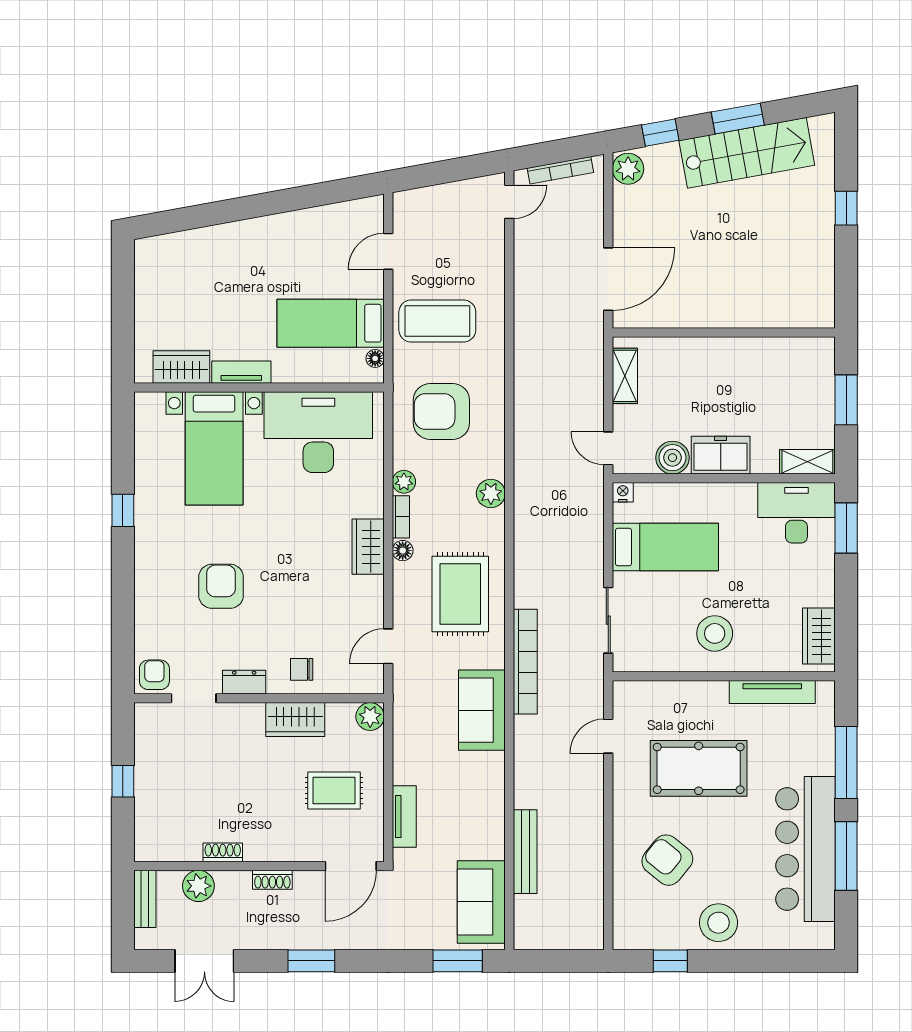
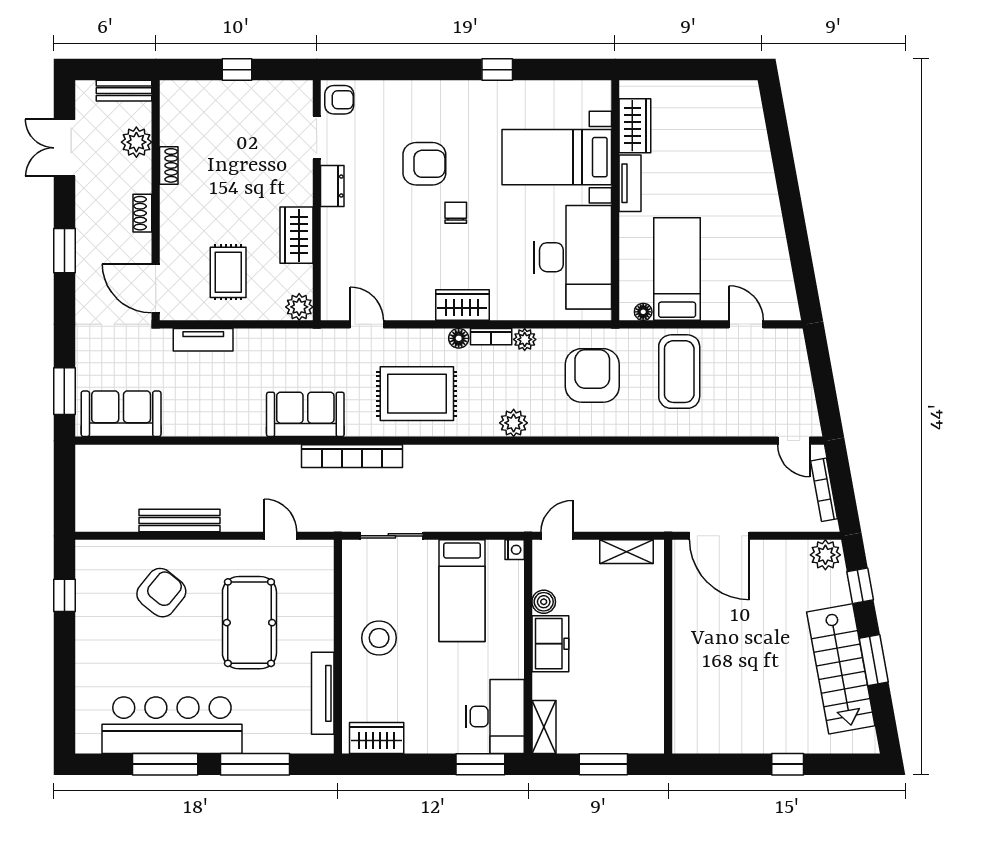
boiler: (672, 458) -> (544, 602), width x0.73, depth x0.73
chair: (302, 669) -> (456, 213), moved
bench: (525, 852) -> (180, 521), moved
stool: (718, 923) -> (101, 642), removed

